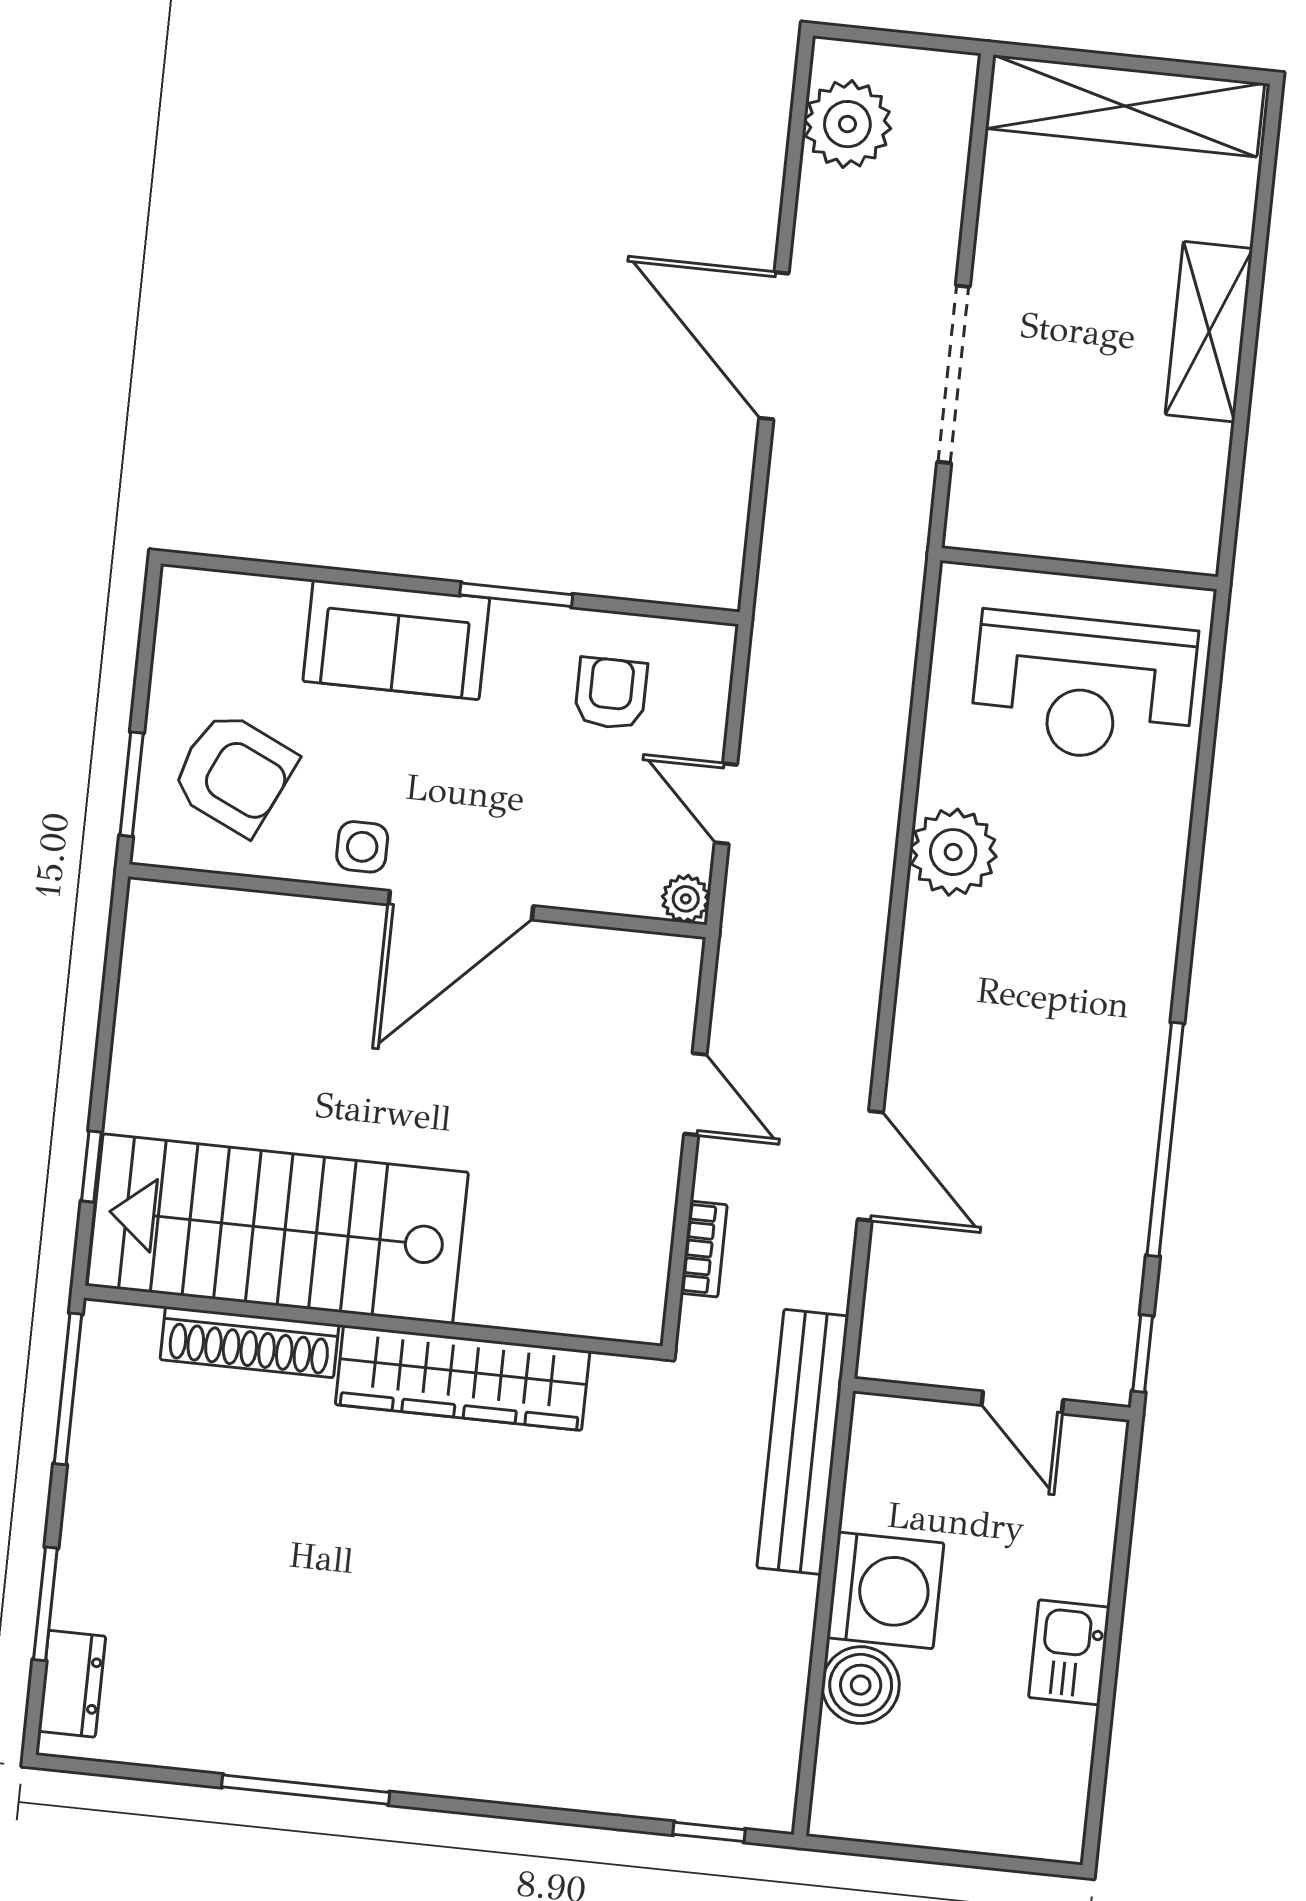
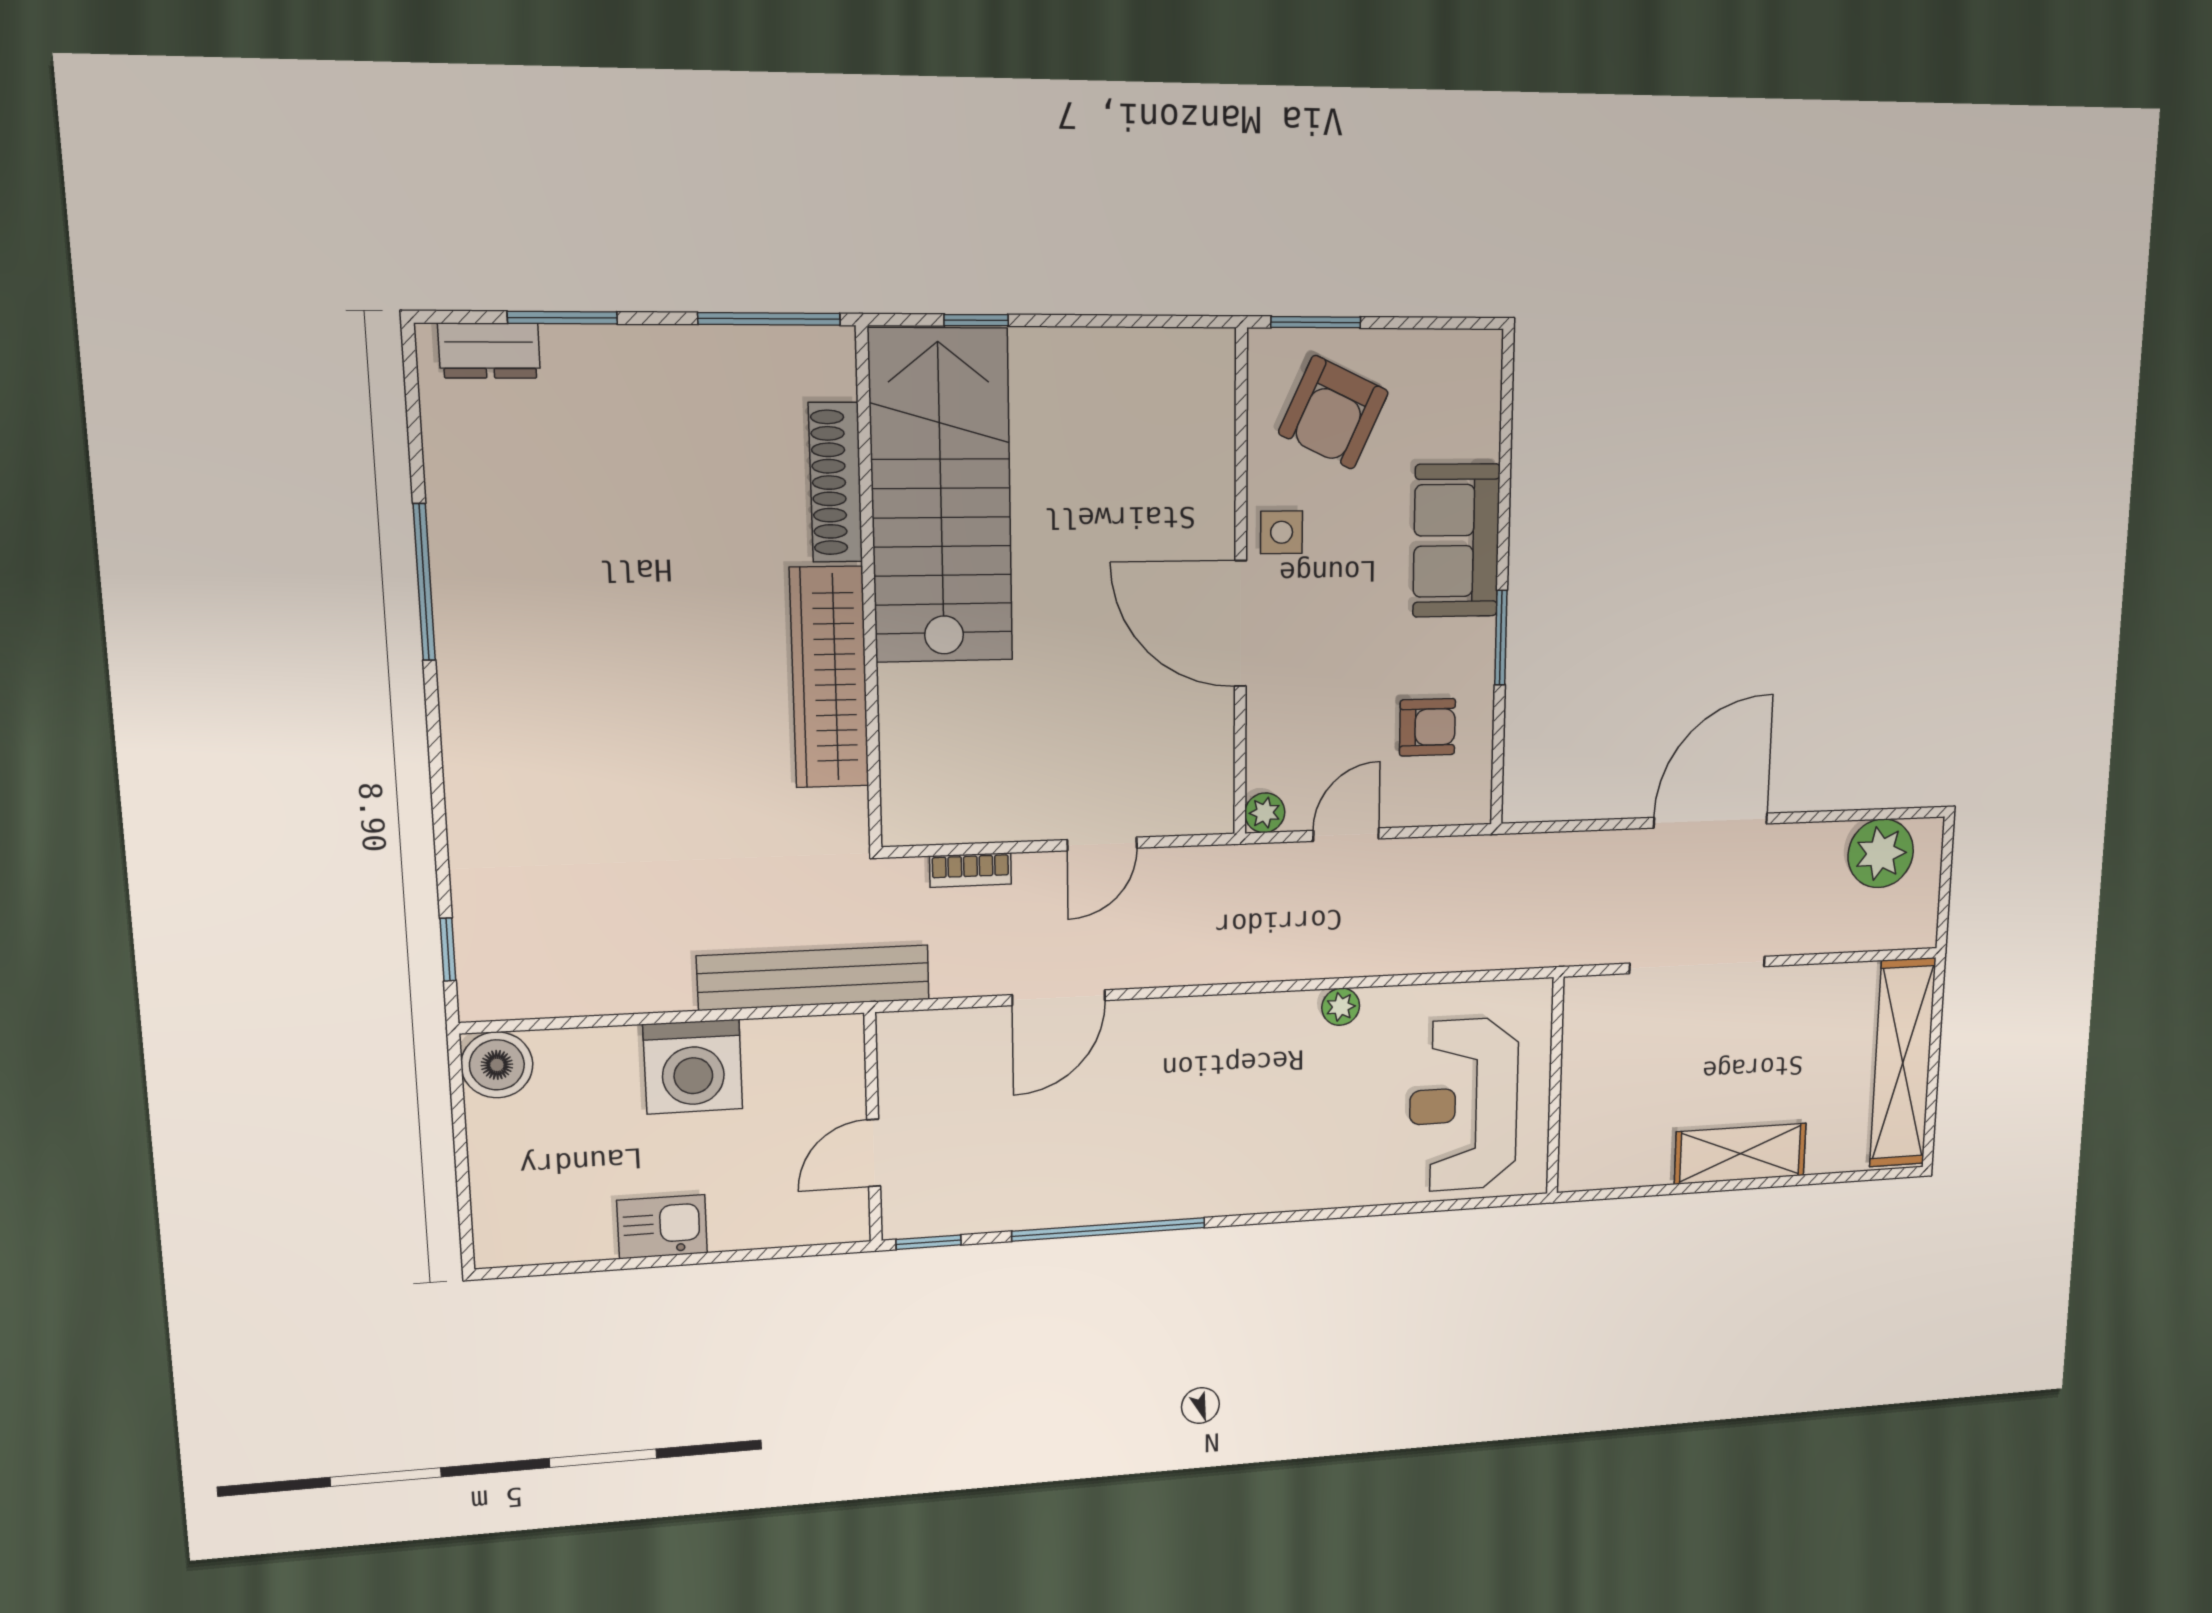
plant: (953, 852) -> (1341, 1007), width x0.53, depth x0.53
boiler: (861, 1685) -> (497, 1065), moved

